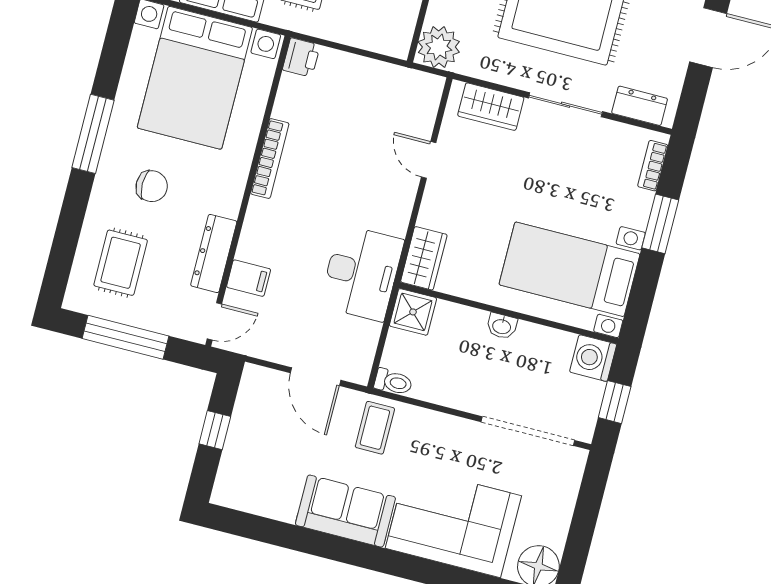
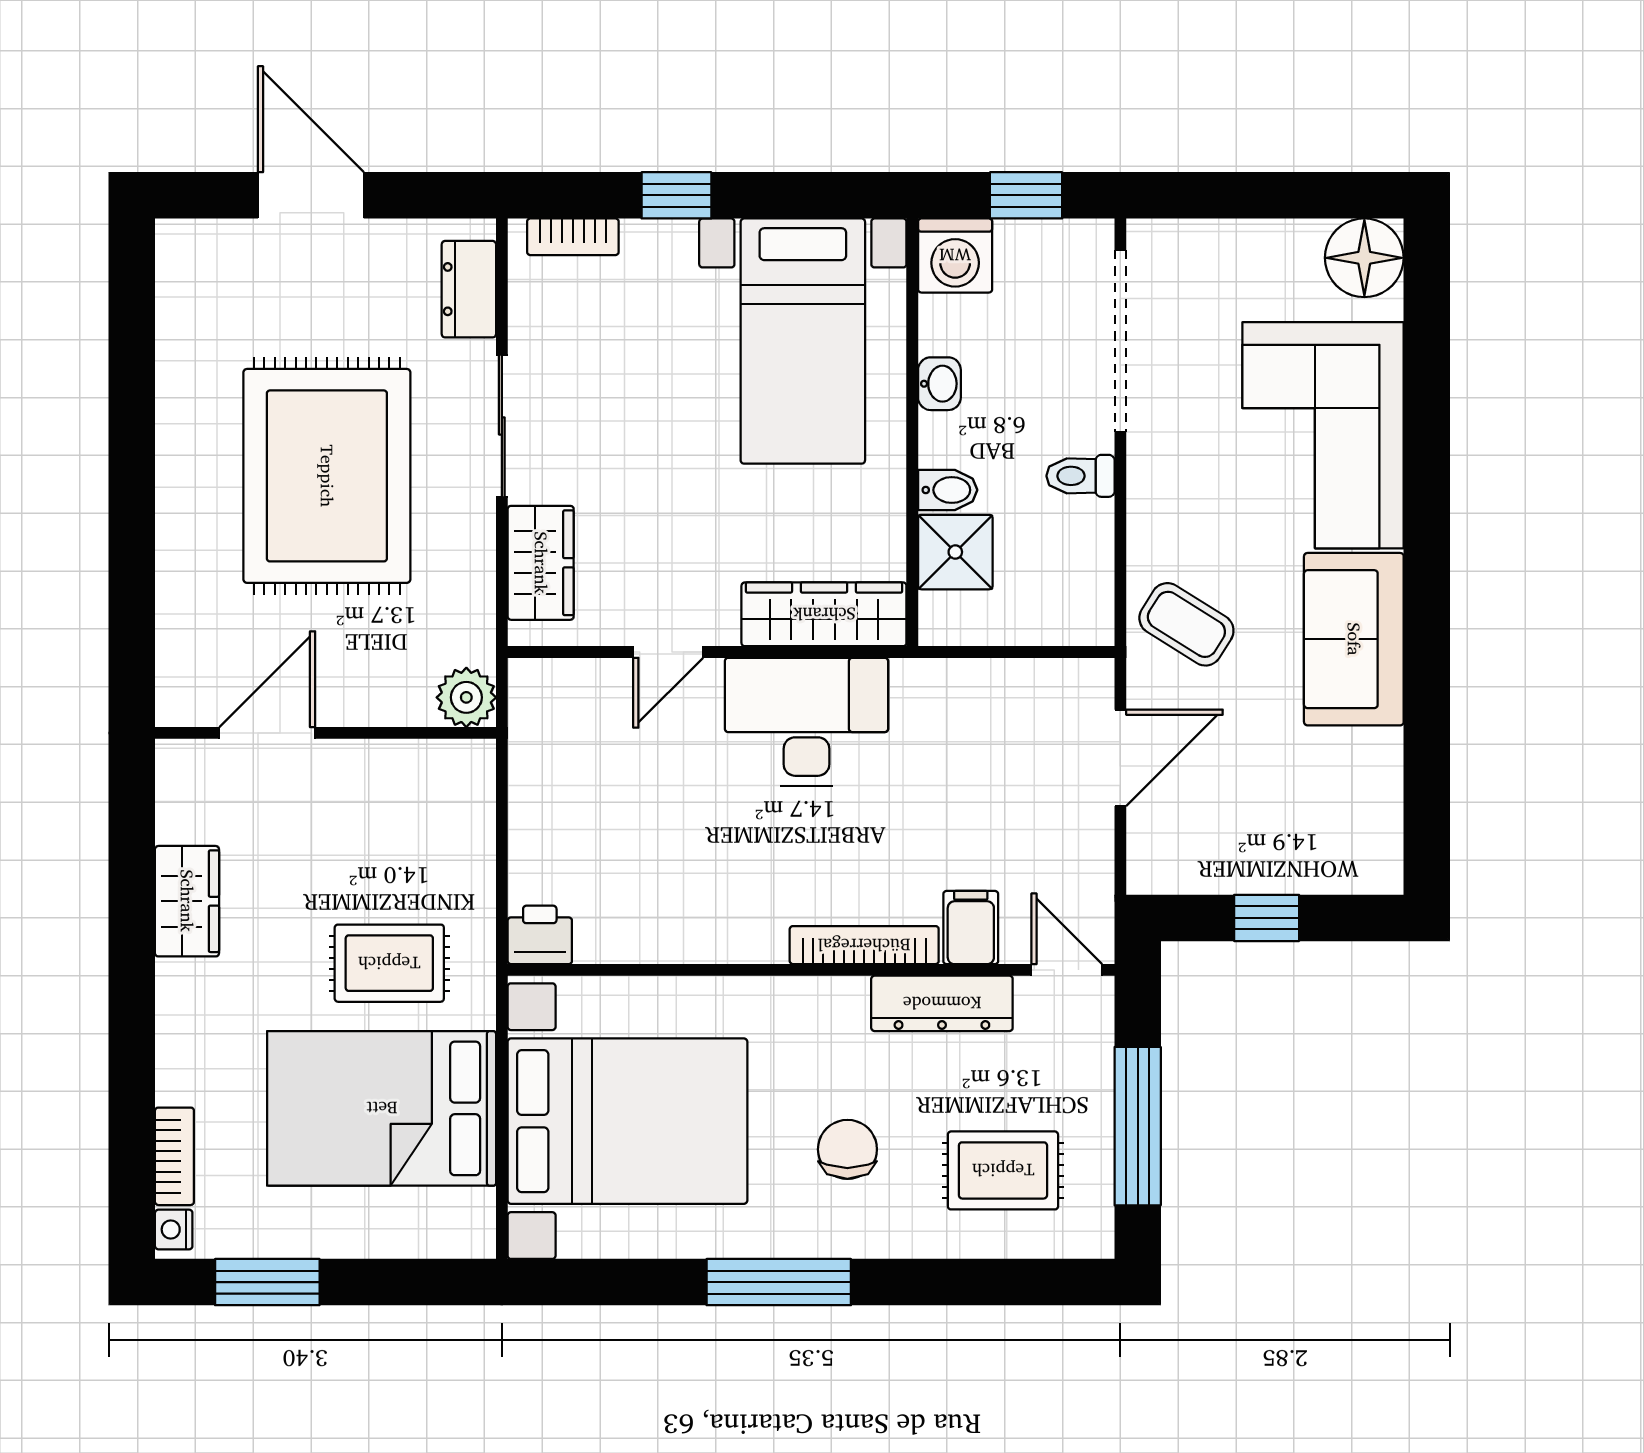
plant: (439, 47) -> (466, 697), width x0.73, depth x0.73
bookcase: (270, 159) -> (864, 945), moved
window: (660, 224) -> (676, 195), width x0.67
wardrobe: (424, 258) -> (824, 614), width x1.50
desk: (362, 273) -> (806, 722), moved
shower: (413, 312) -> (955, 552), moved
bidet: (475, 324) -> (948, 490), added
washbasin: (502, 326) -> (939, 384), moved
toilet: (393, 382) -> (1081, 476), moved, turned -90
coffee table: (375, 428) -> (1186, 624), turned 32

